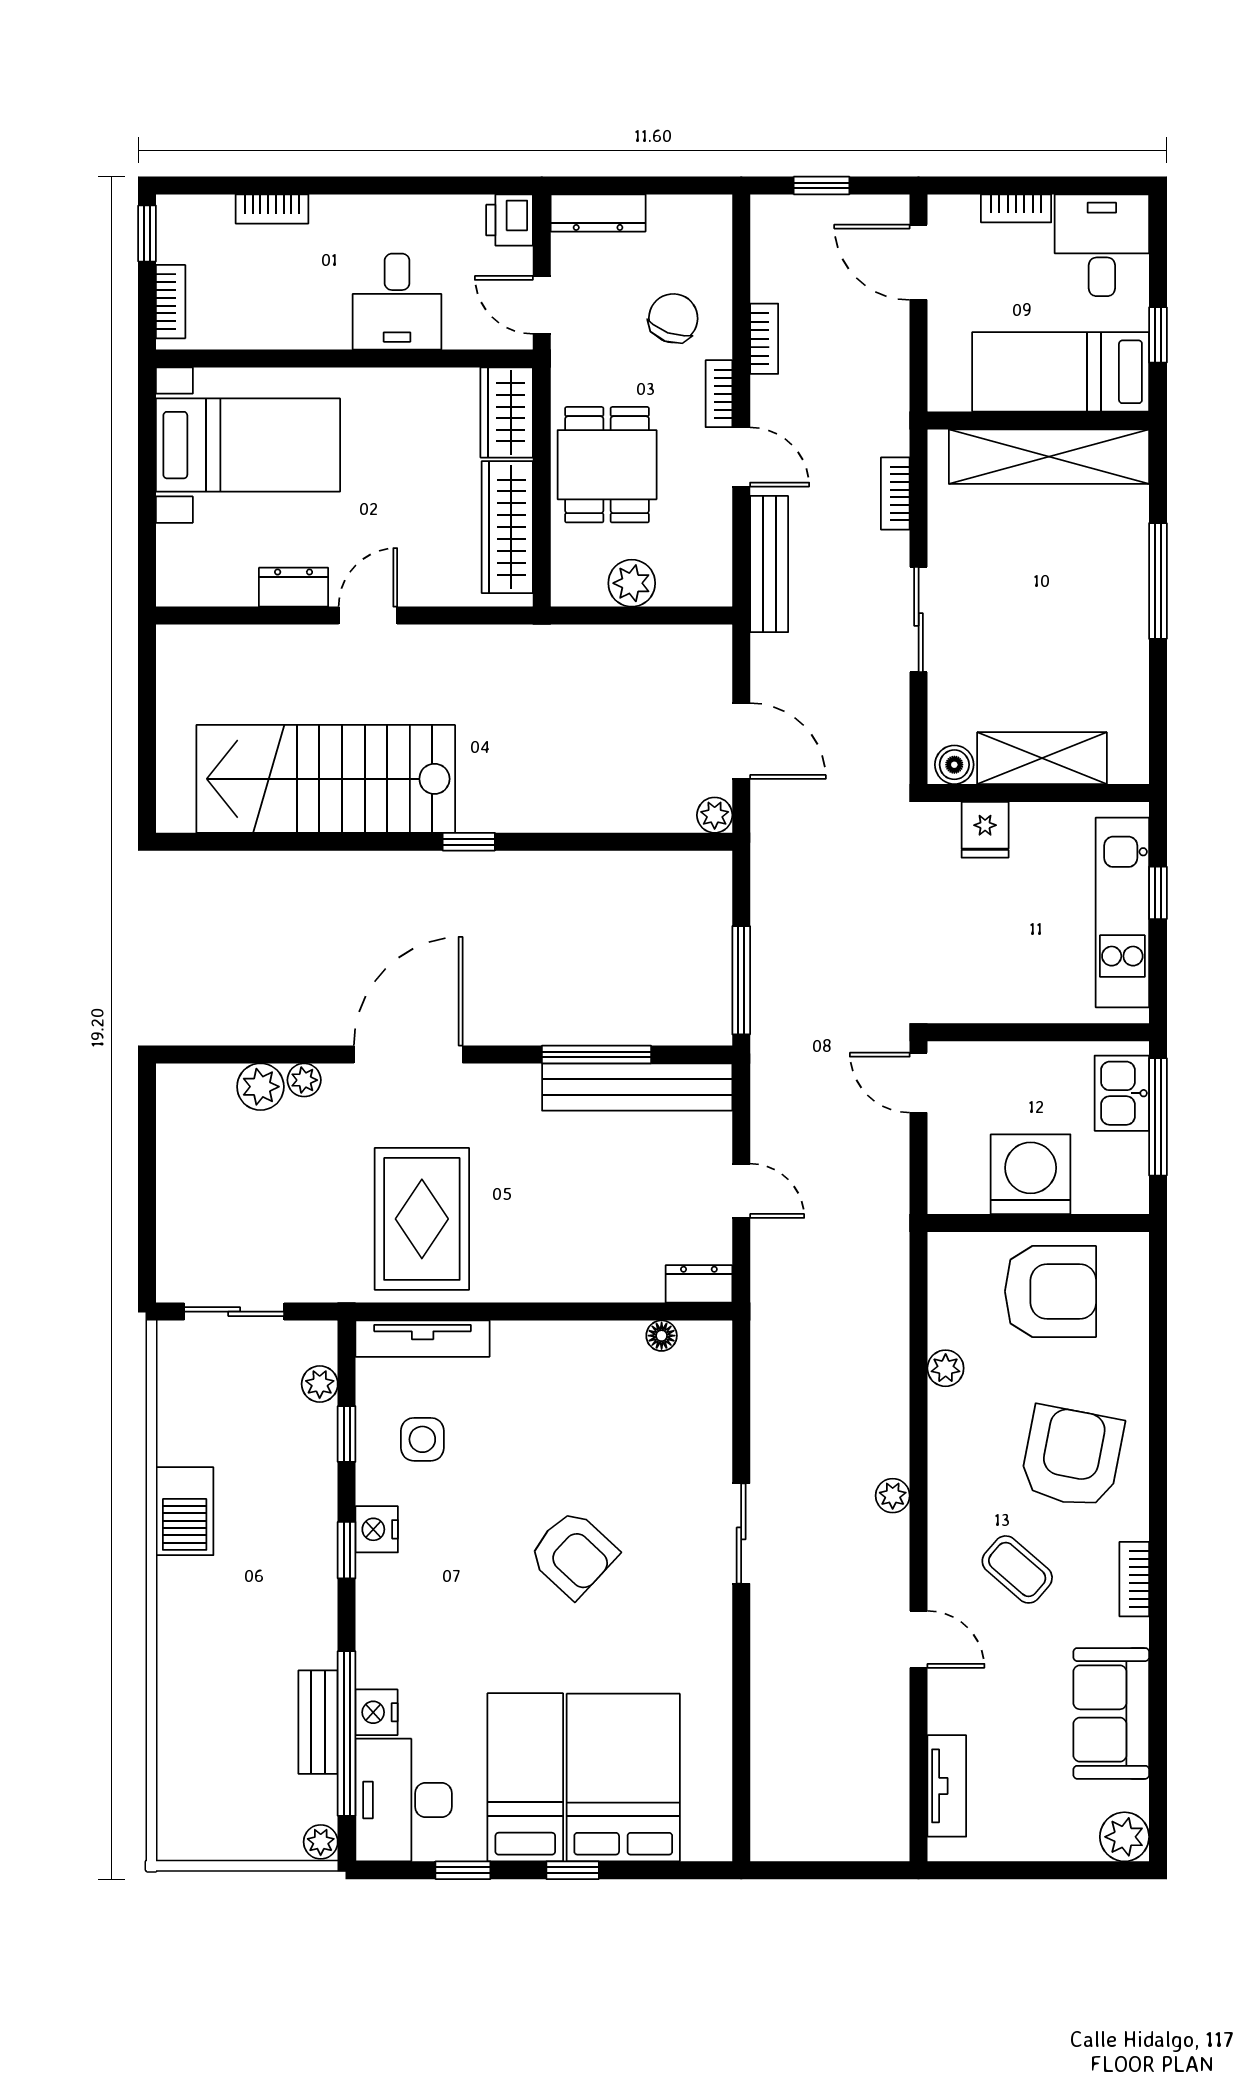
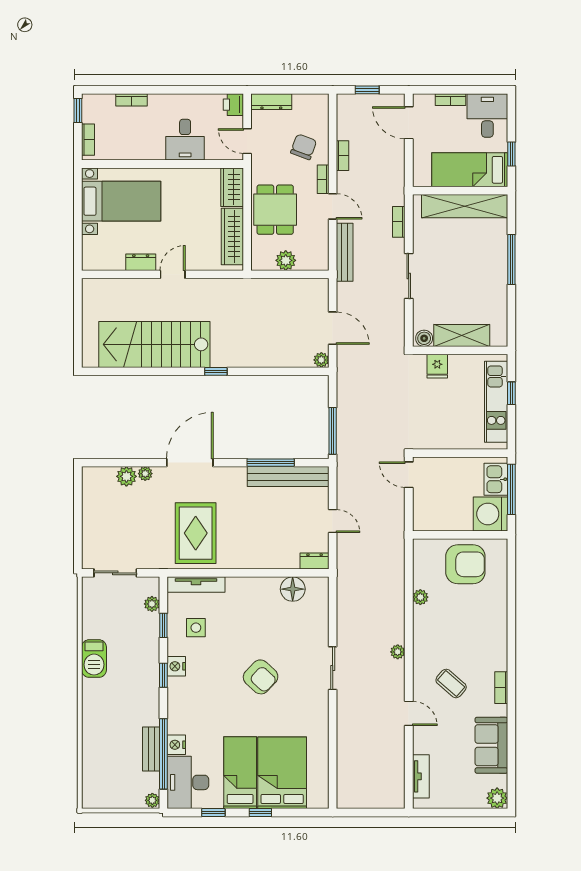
washing machine: (1031, 1174) -> (491, 514), moved, turned -90
floor lamp: (662, 1336) -> (293, 589), width x1.89, depth x1.89
armchair: (1072, 1457) -> (474, 635), removed

